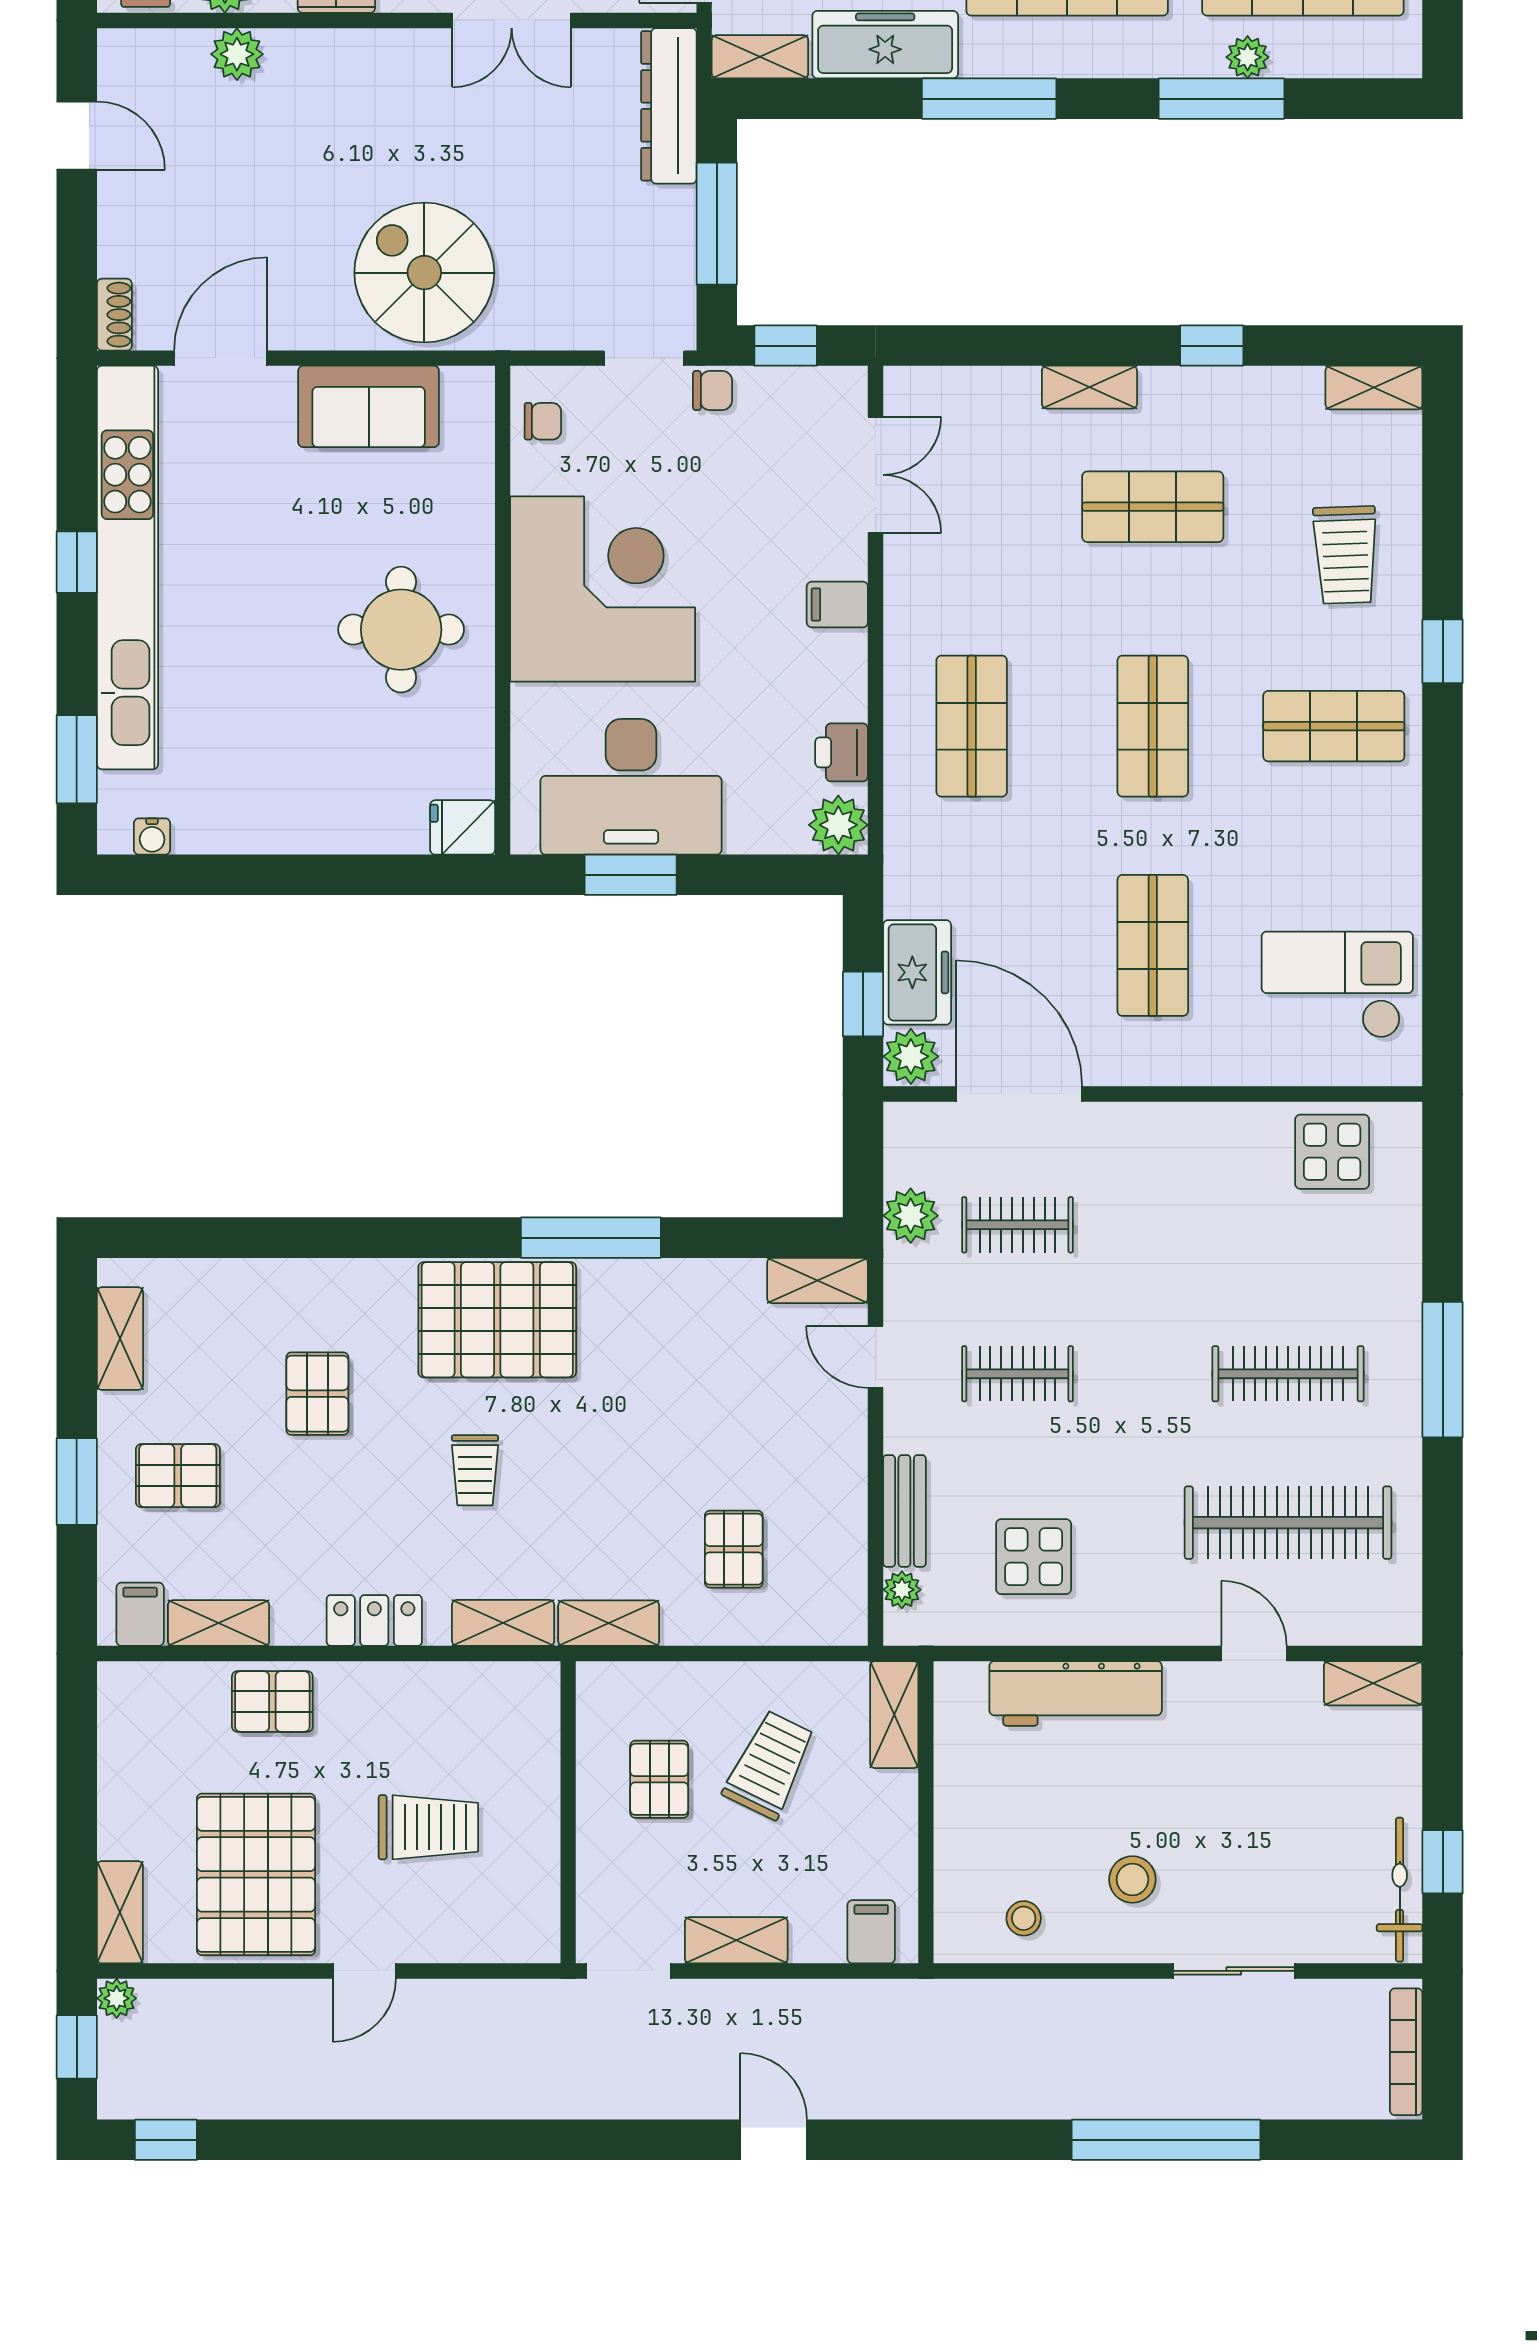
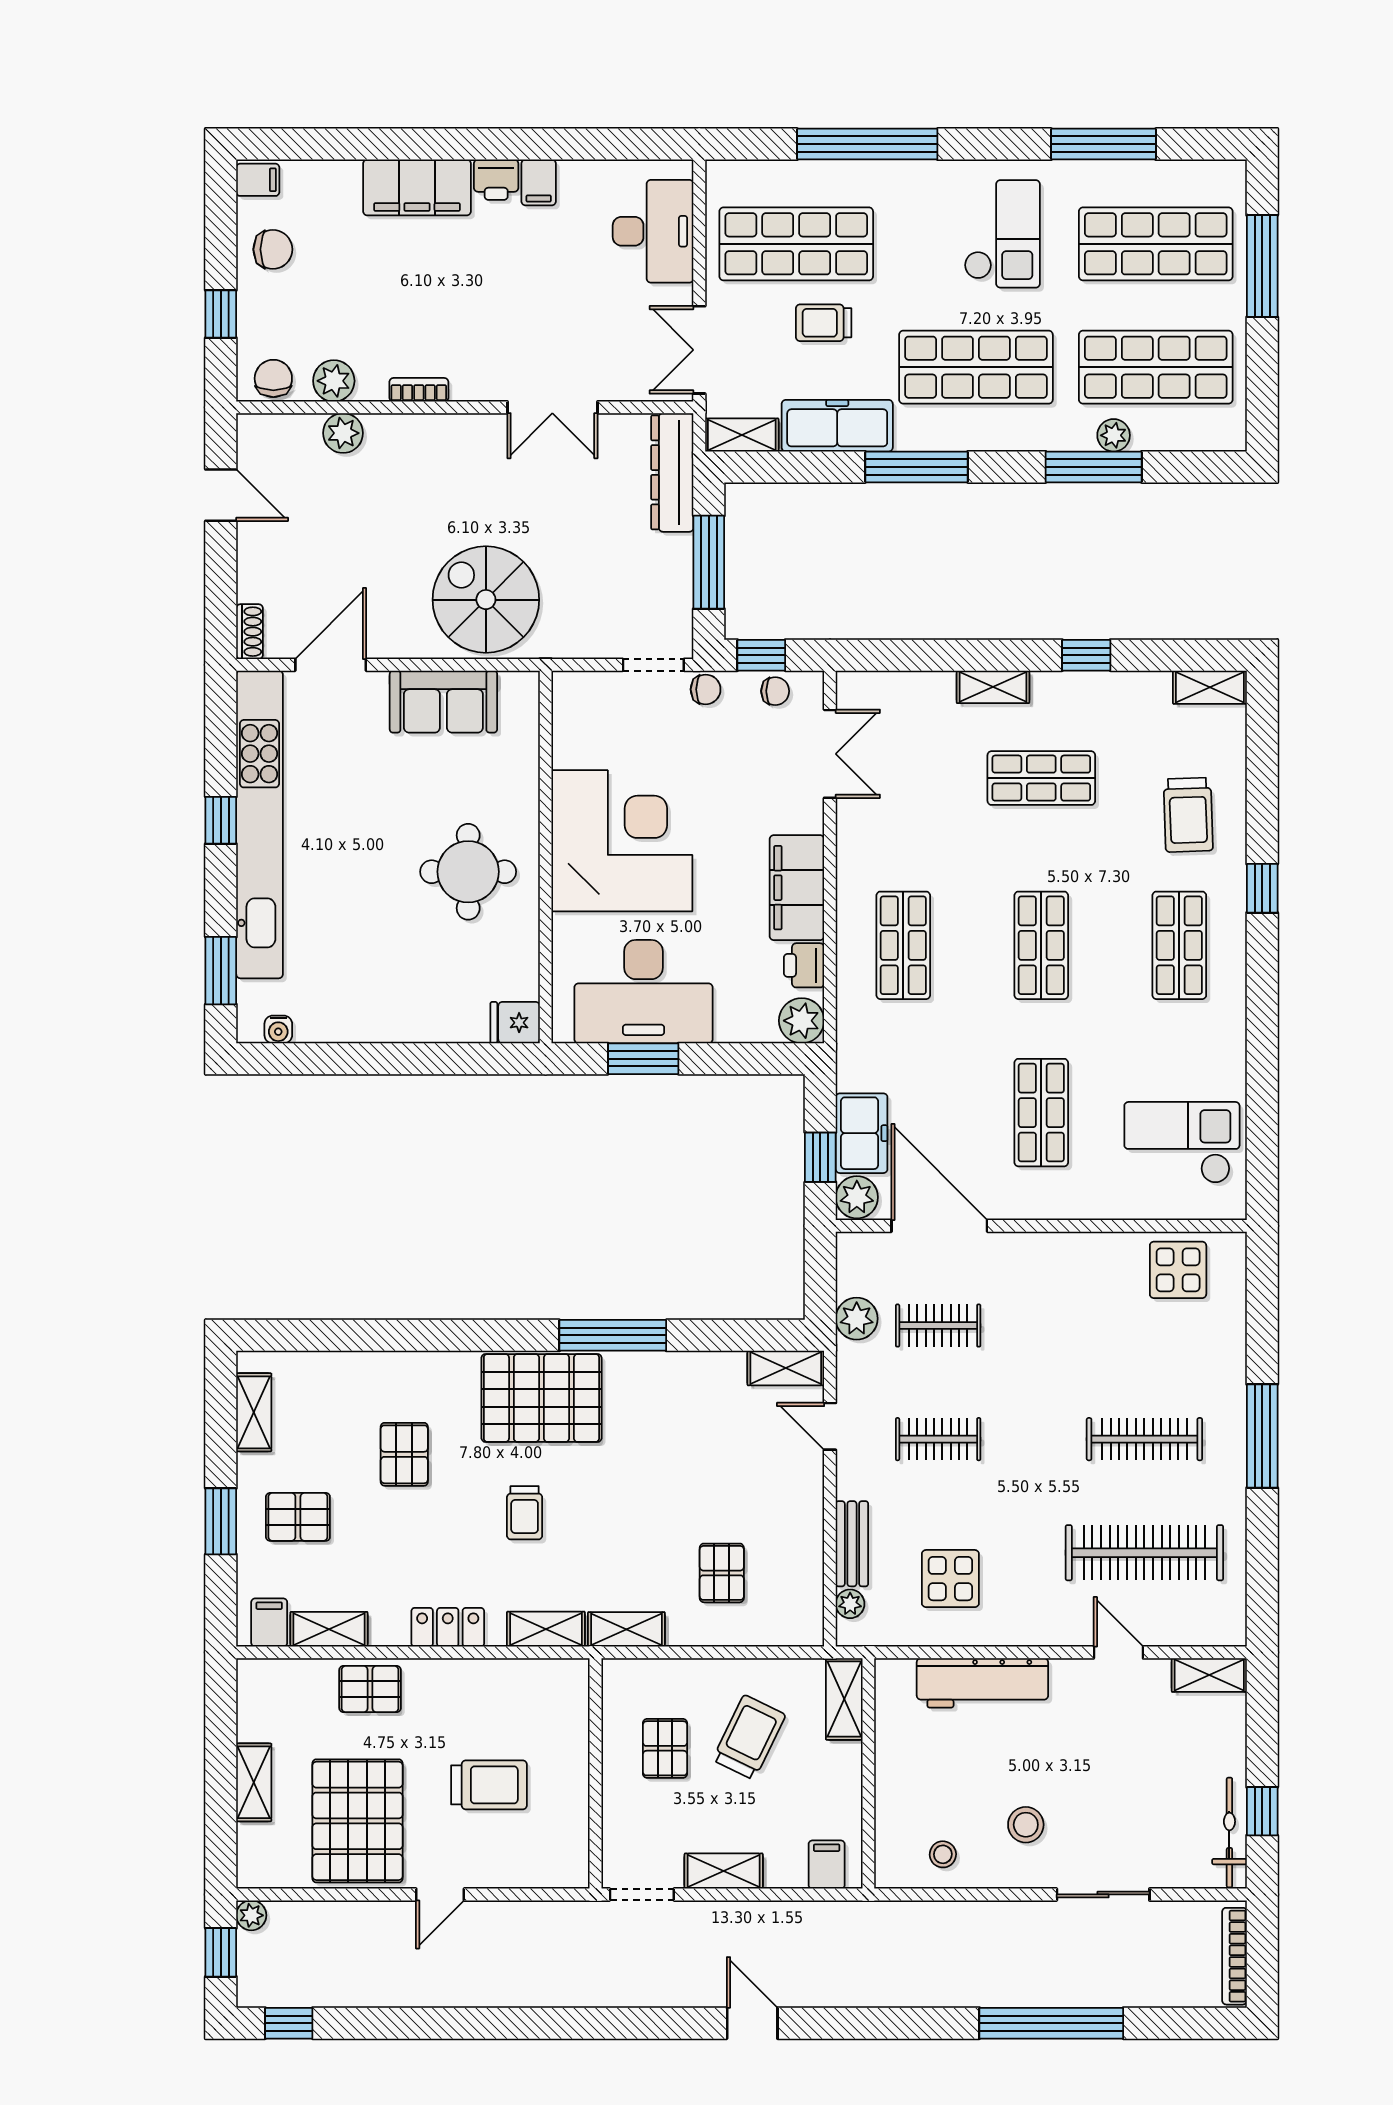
chair: (543, 421) -> (775, 691), moved
filing cabinet: (837, 605) -> (797, 888), width x3.00, depth x1.17
shop shelf: (1334, 726) -> (1179, 945), turned 90
shelving: (120, 1912) -> (254, 1782), moved

